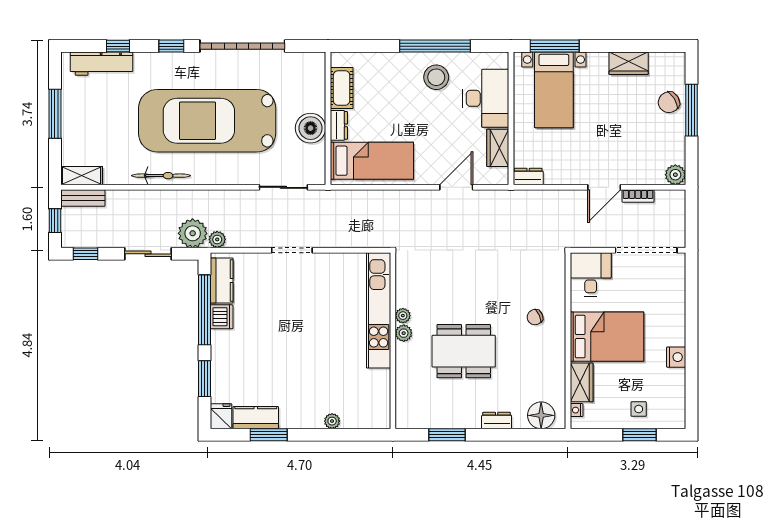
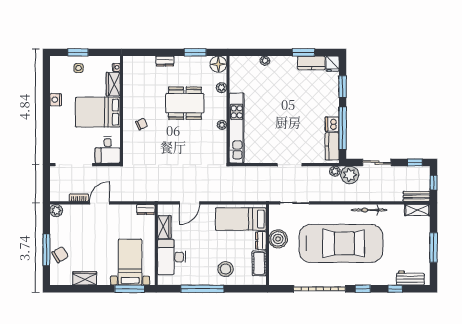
workbench: (101, 64) -> (410, 278), width x0.73
stool: (436, 77) -> (226, 269), moved
plant: (404, 333) -> (221, 88), moved
floor lamp: (541, 415) -> (218, 64), moved

